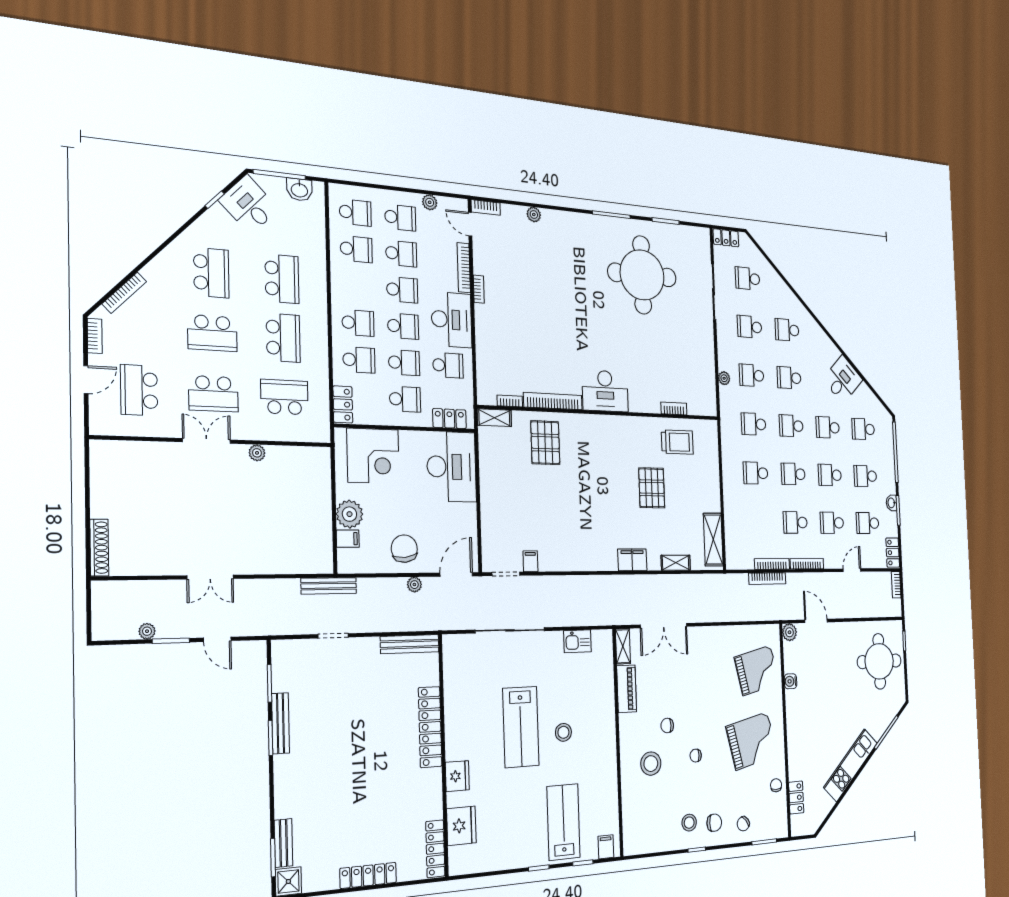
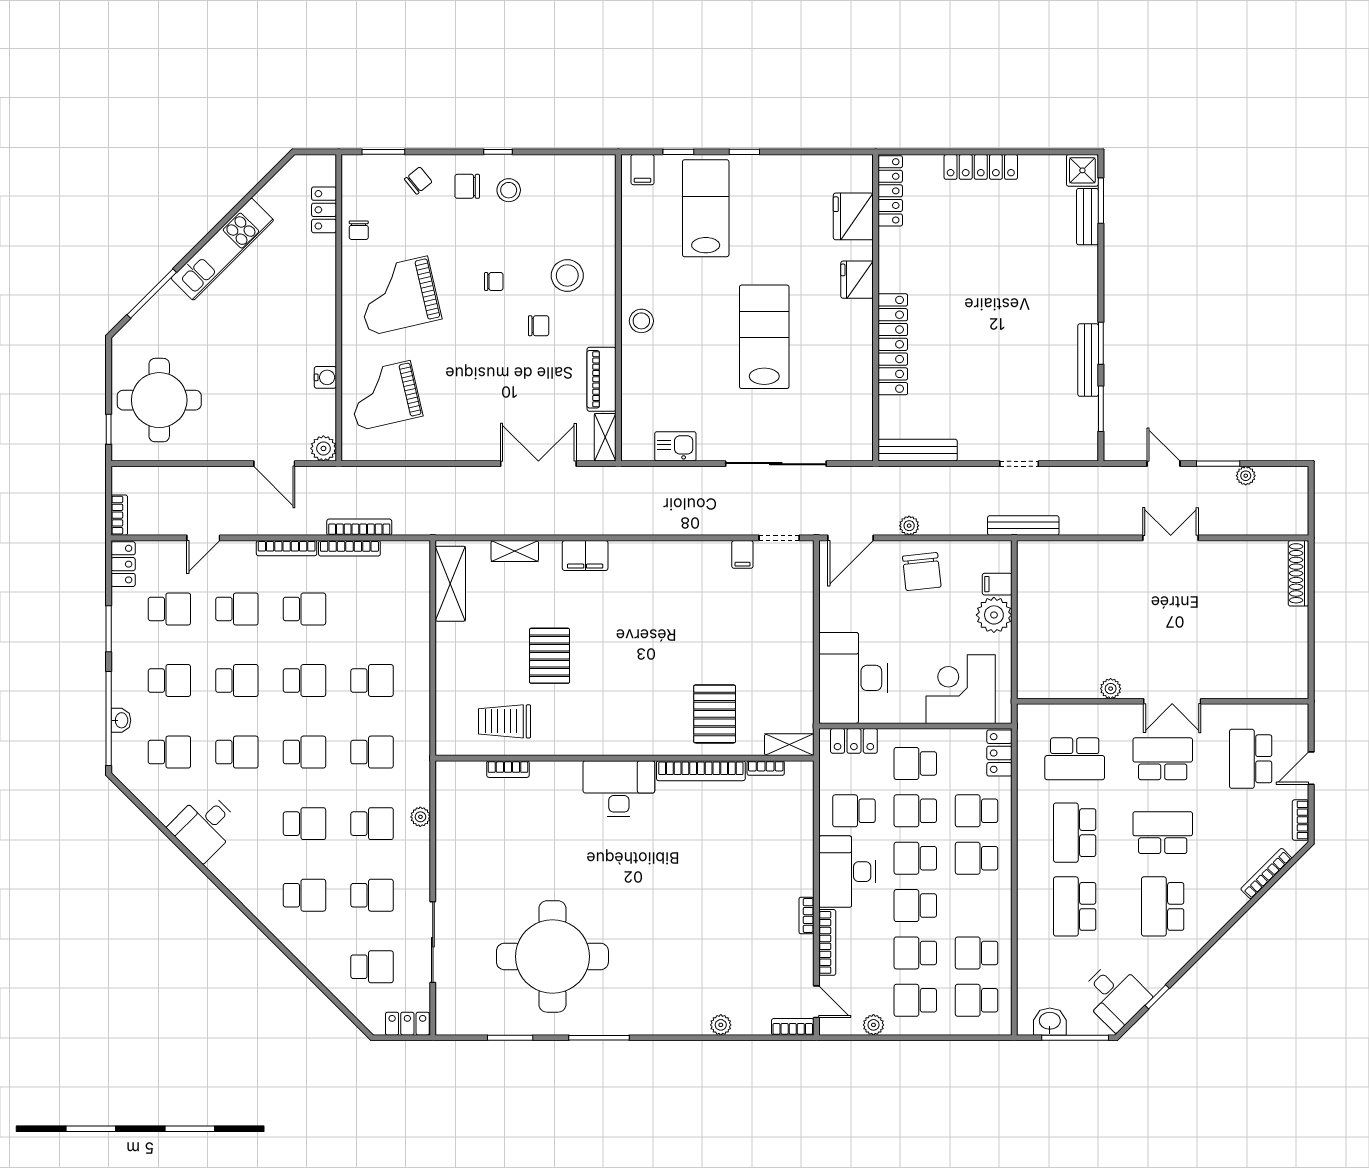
school desk: (139, 390) -> (1251, 759), turned 180
washbasin: (891, 503) -> (121, 720), moved
stool: (563, 732) -> (641, 321), moved
lab bench: (563, 822) -> (706, 208), turned 180

